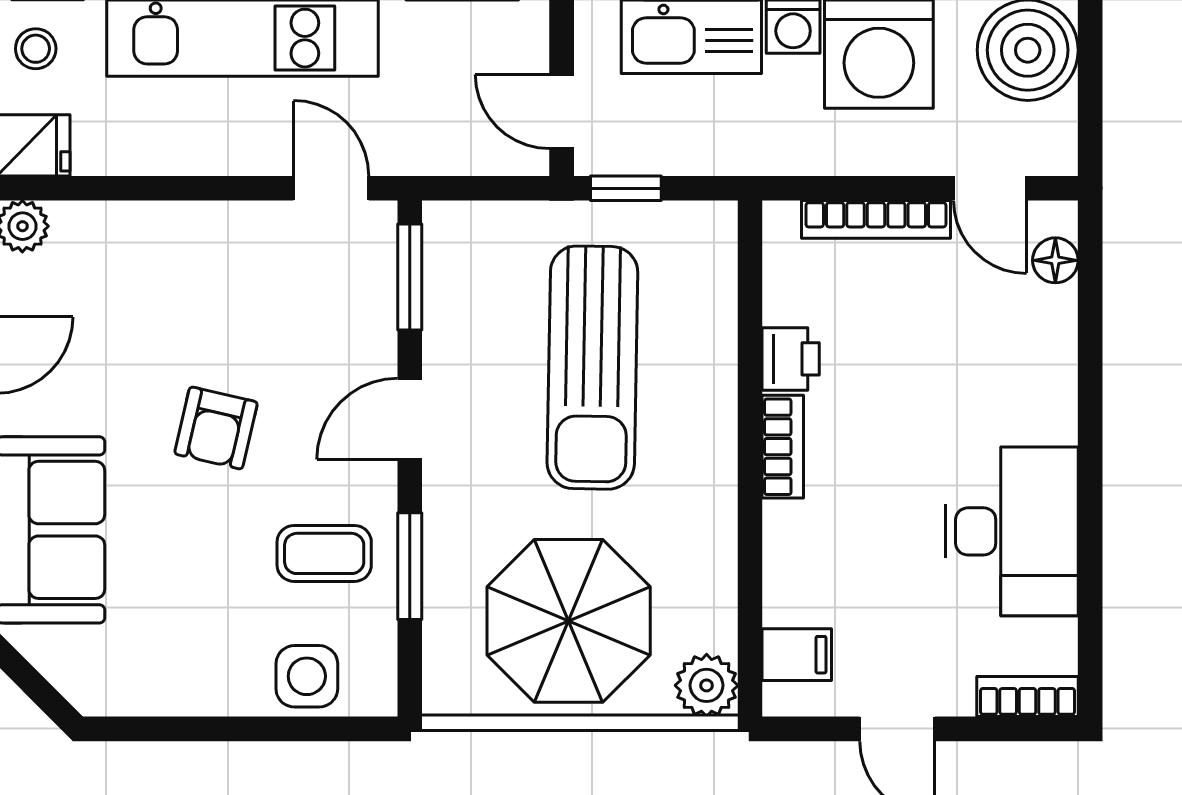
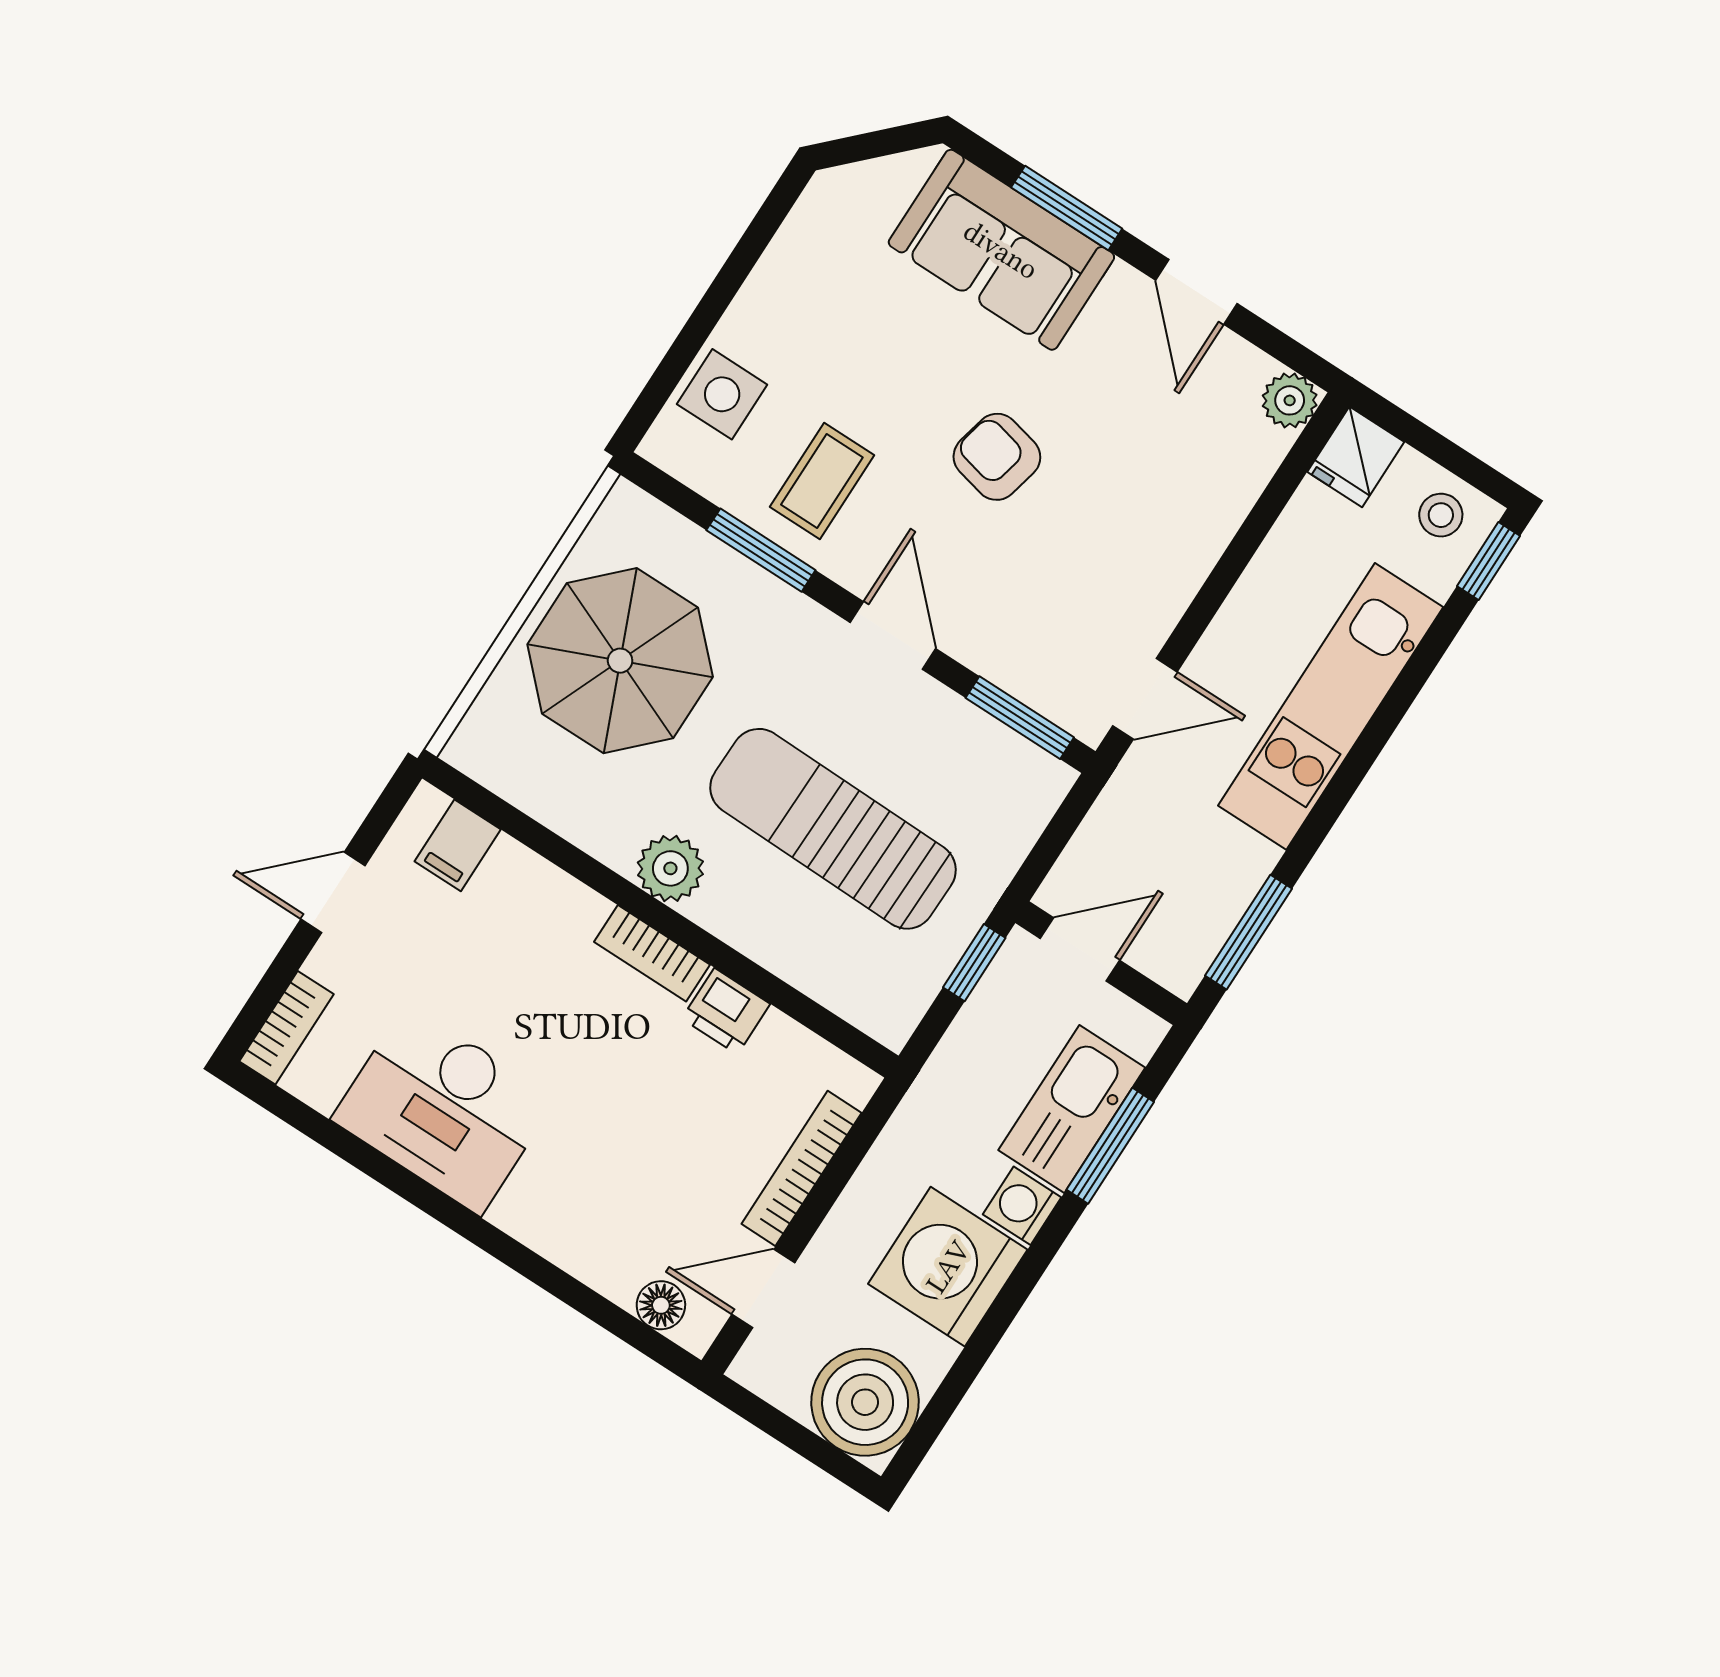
plant: (707, 685) -> (670, 868), moved

